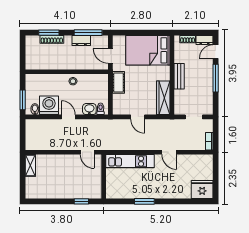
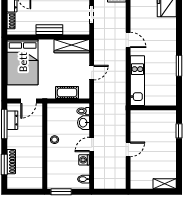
dresser: (81, 40) -> (12, 120), moved
cot: (118, 82) -> (67, 93), moved
window: (23, 100) -> (61, 192), moved
washing machine: (49, 105) -> (84, 160), width x0.53, depth x0.53
door: (87, 152) -> (128, 149), moved
door: (169, 152) -> (128, 40), hinge flipped
shelving: (30, 165) -> (165, 184), moved

